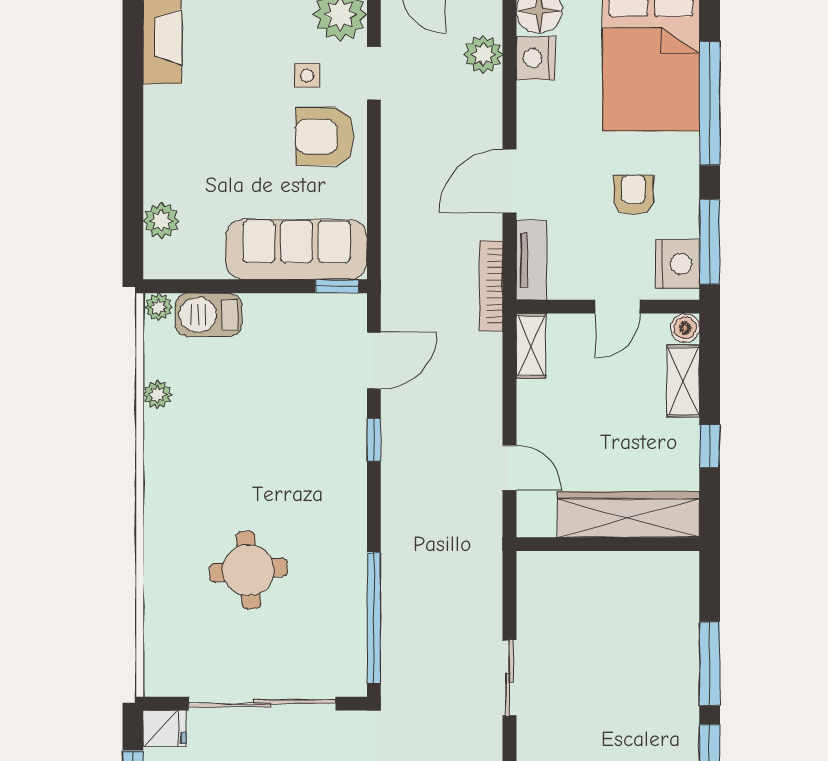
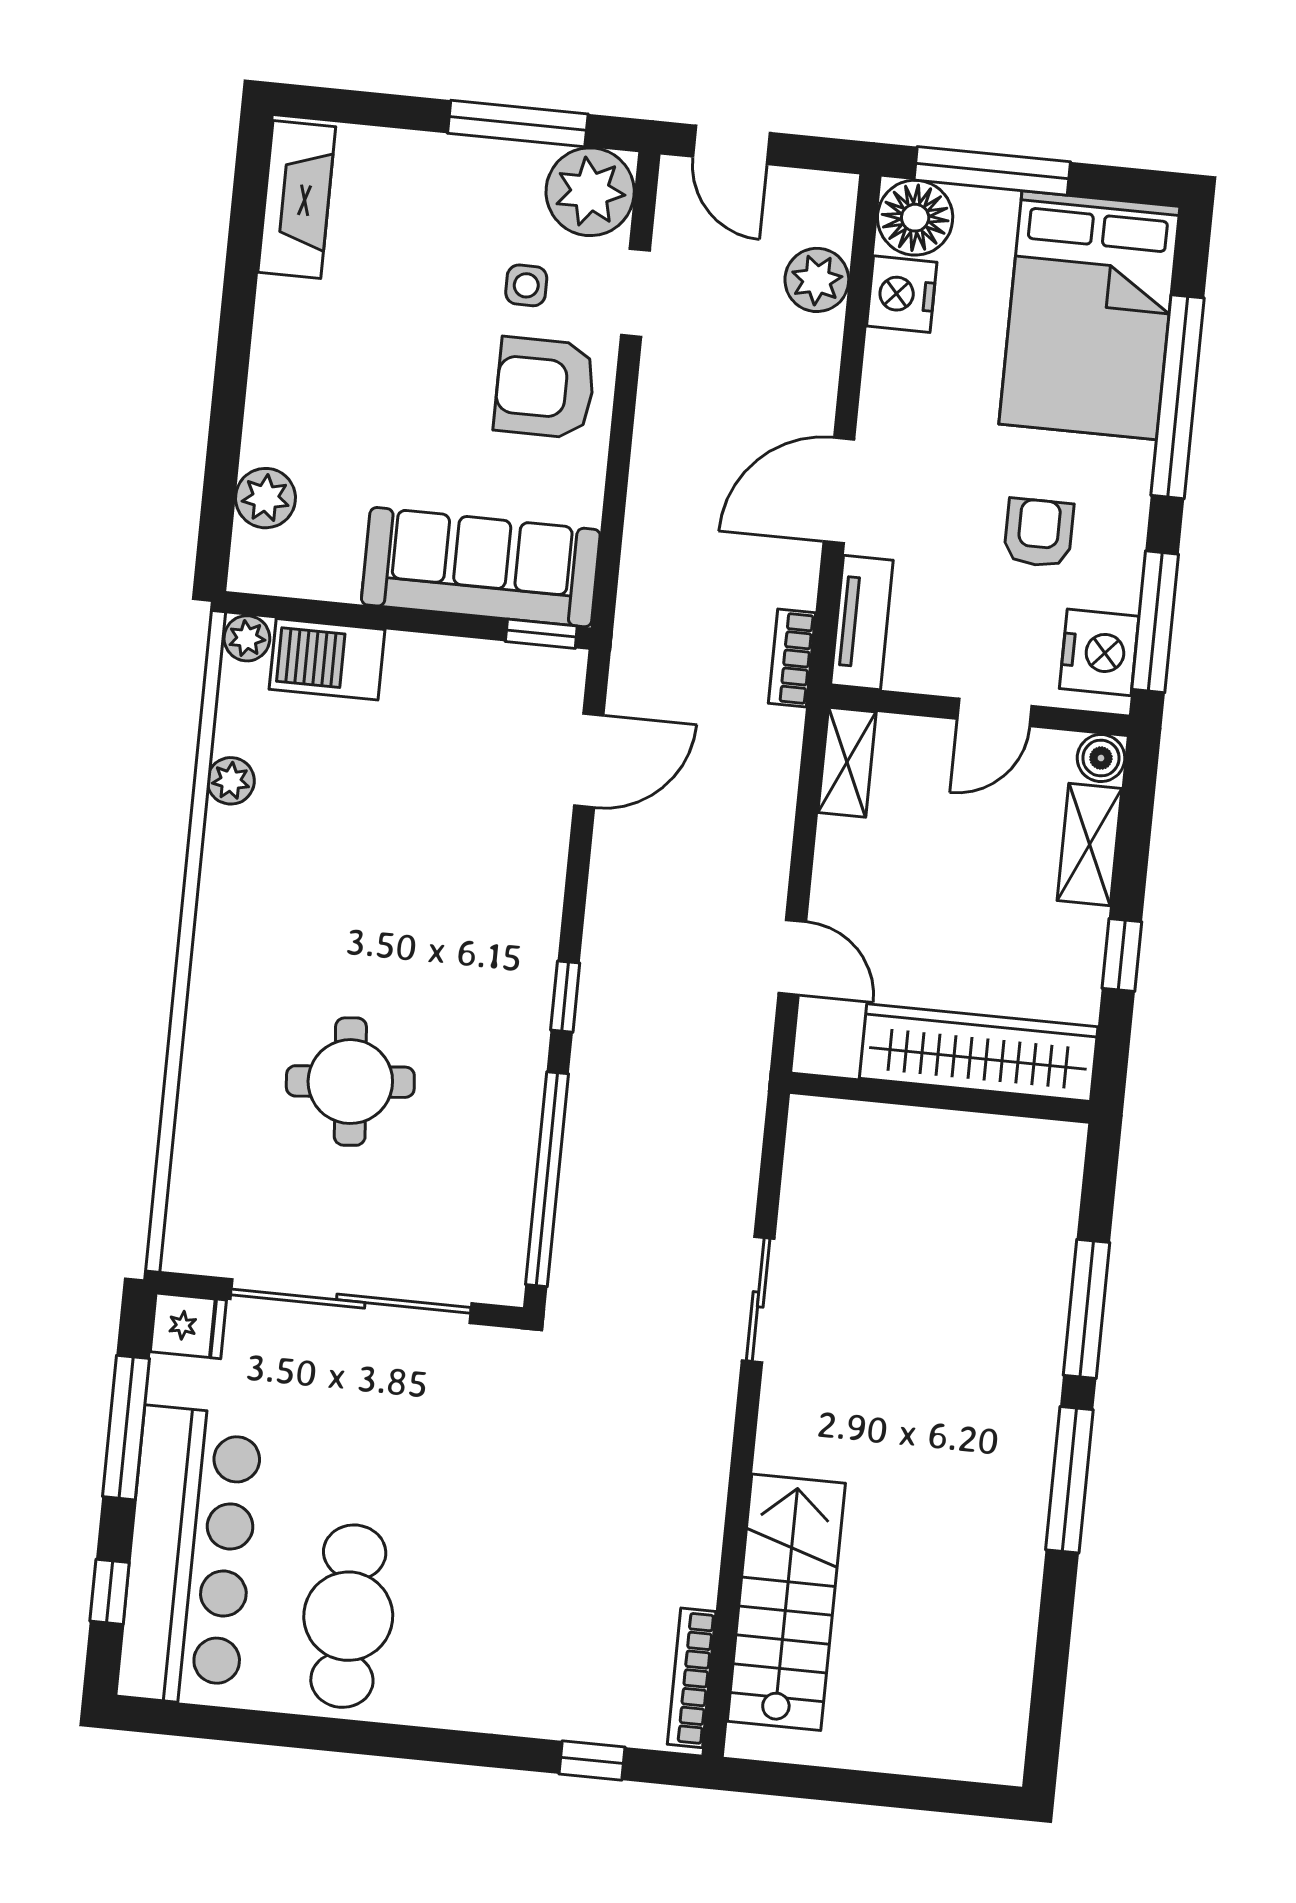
bookcase: (491, 286) -> (792, 658), width x0.64
window: (374, 440) -> (565, 997), moved

